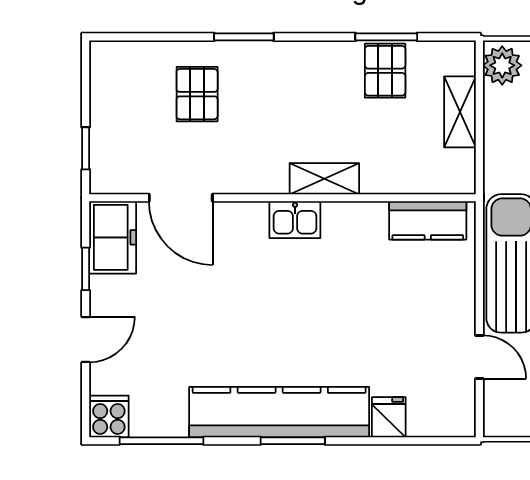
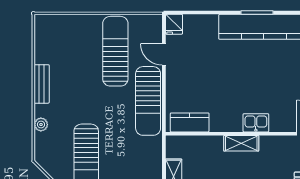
fridge: (389, 417) -> (174, 24), moved

